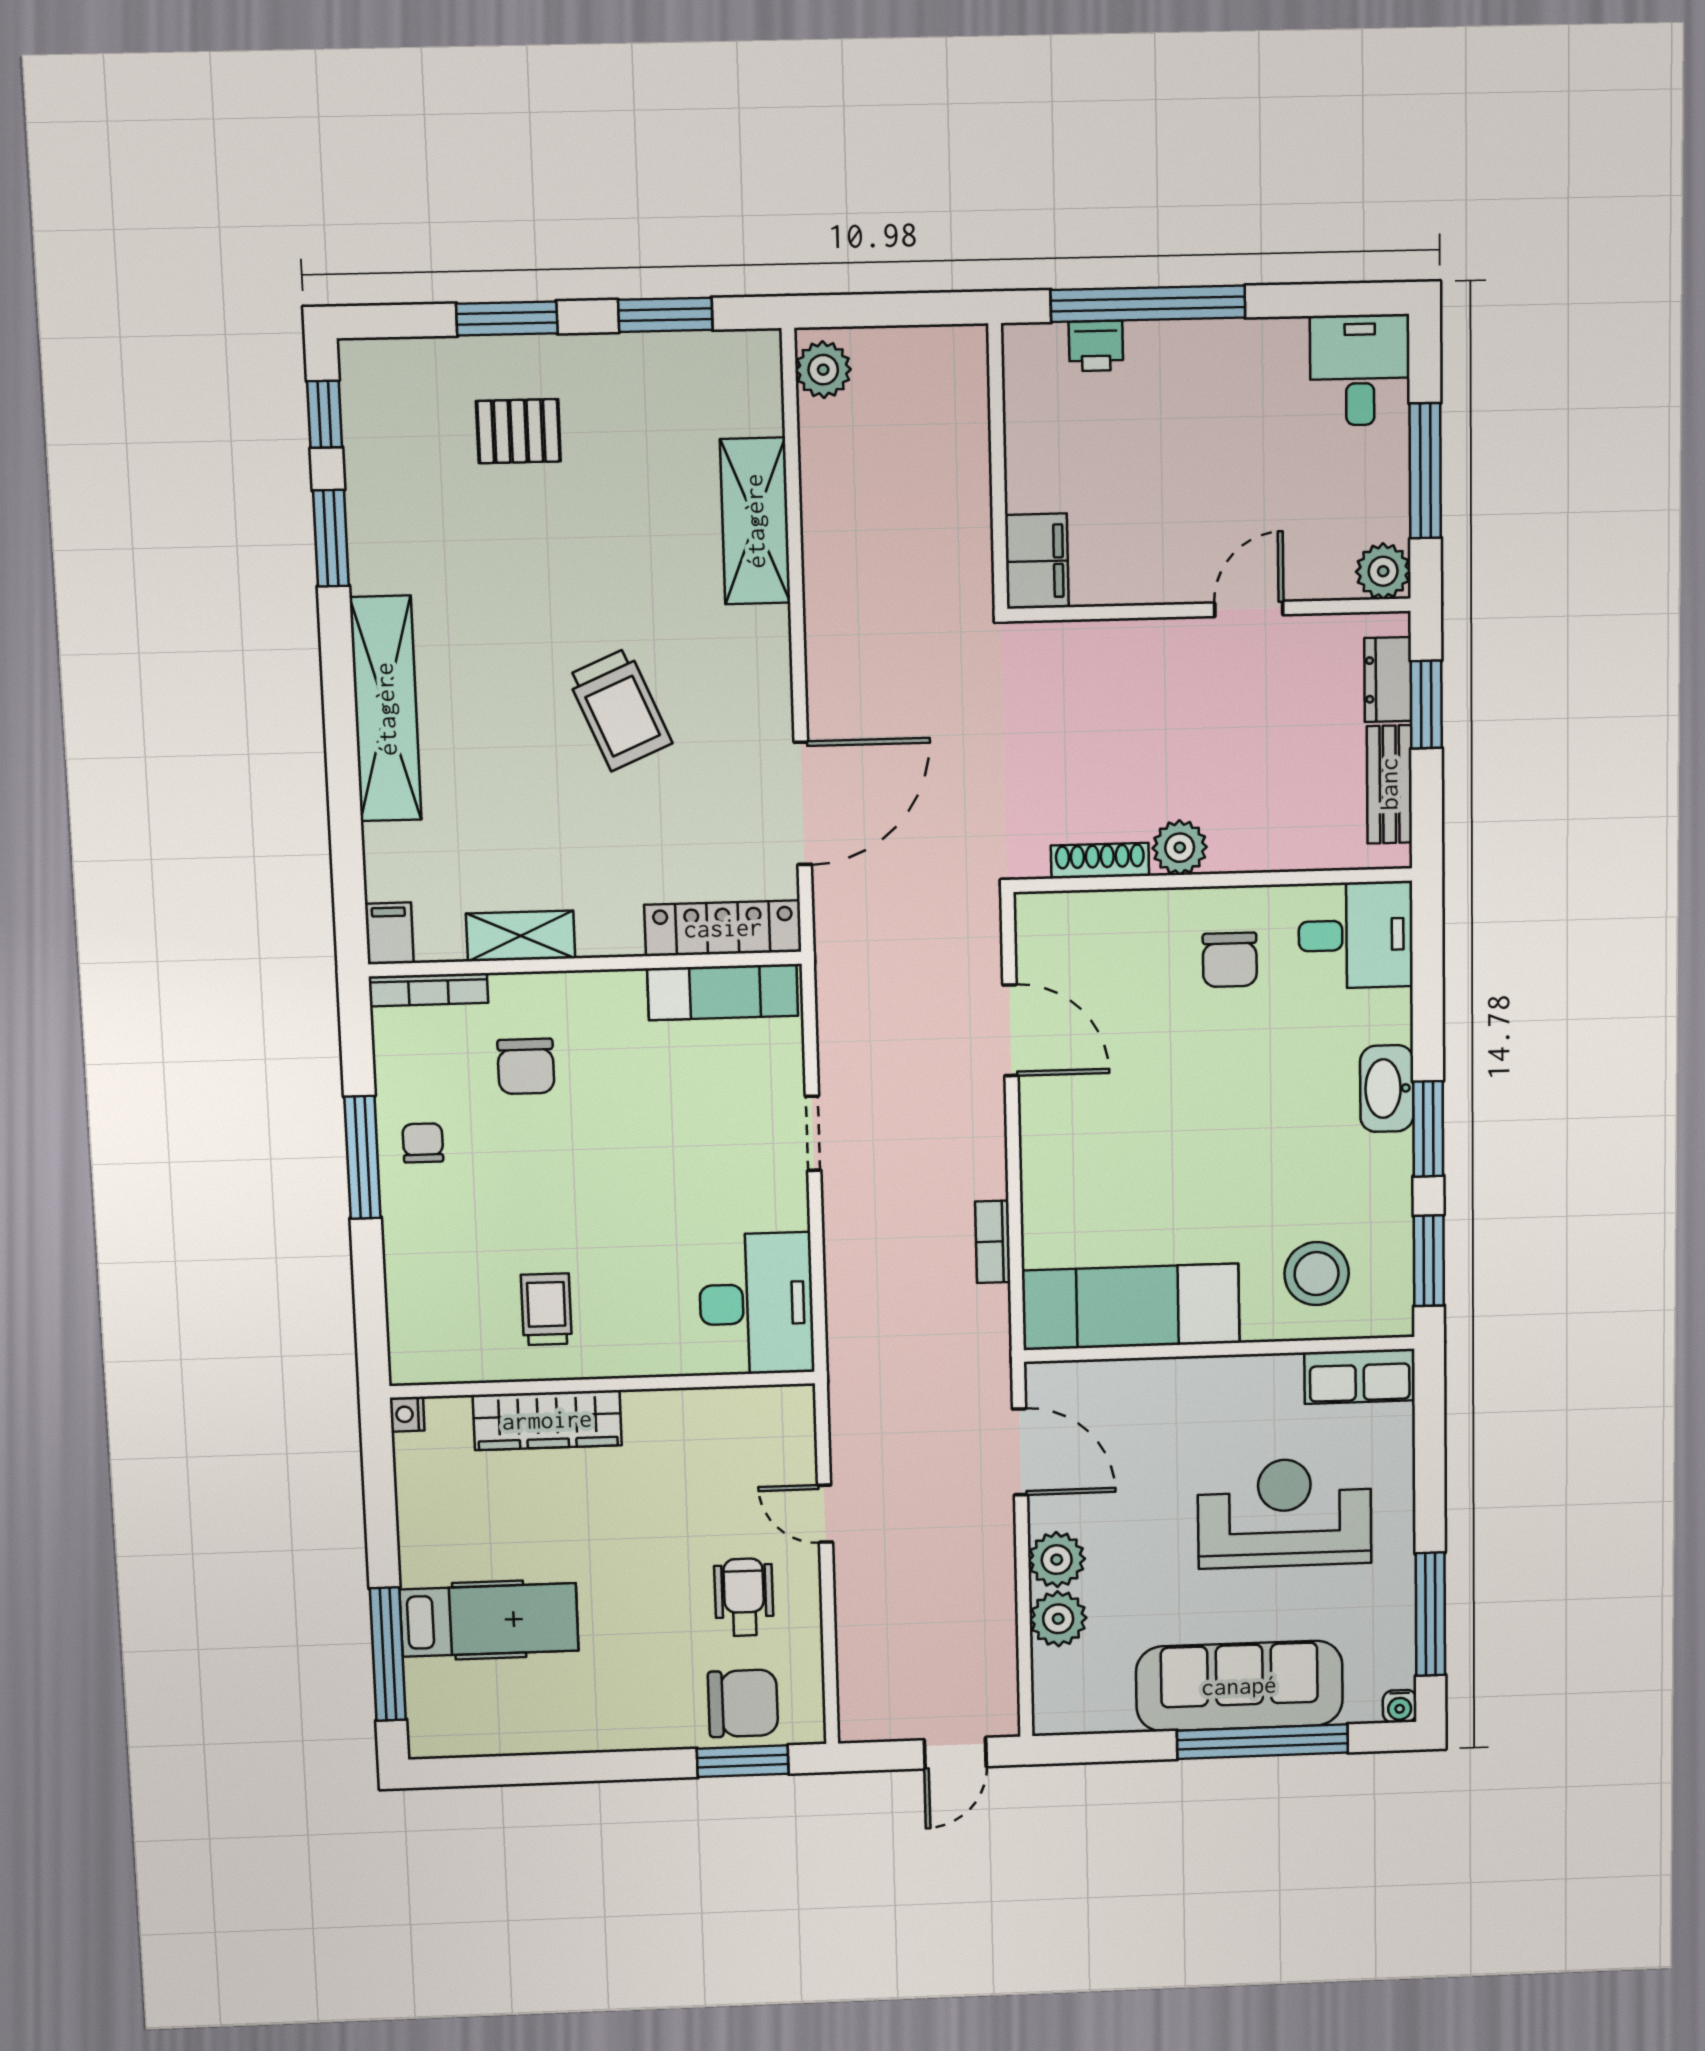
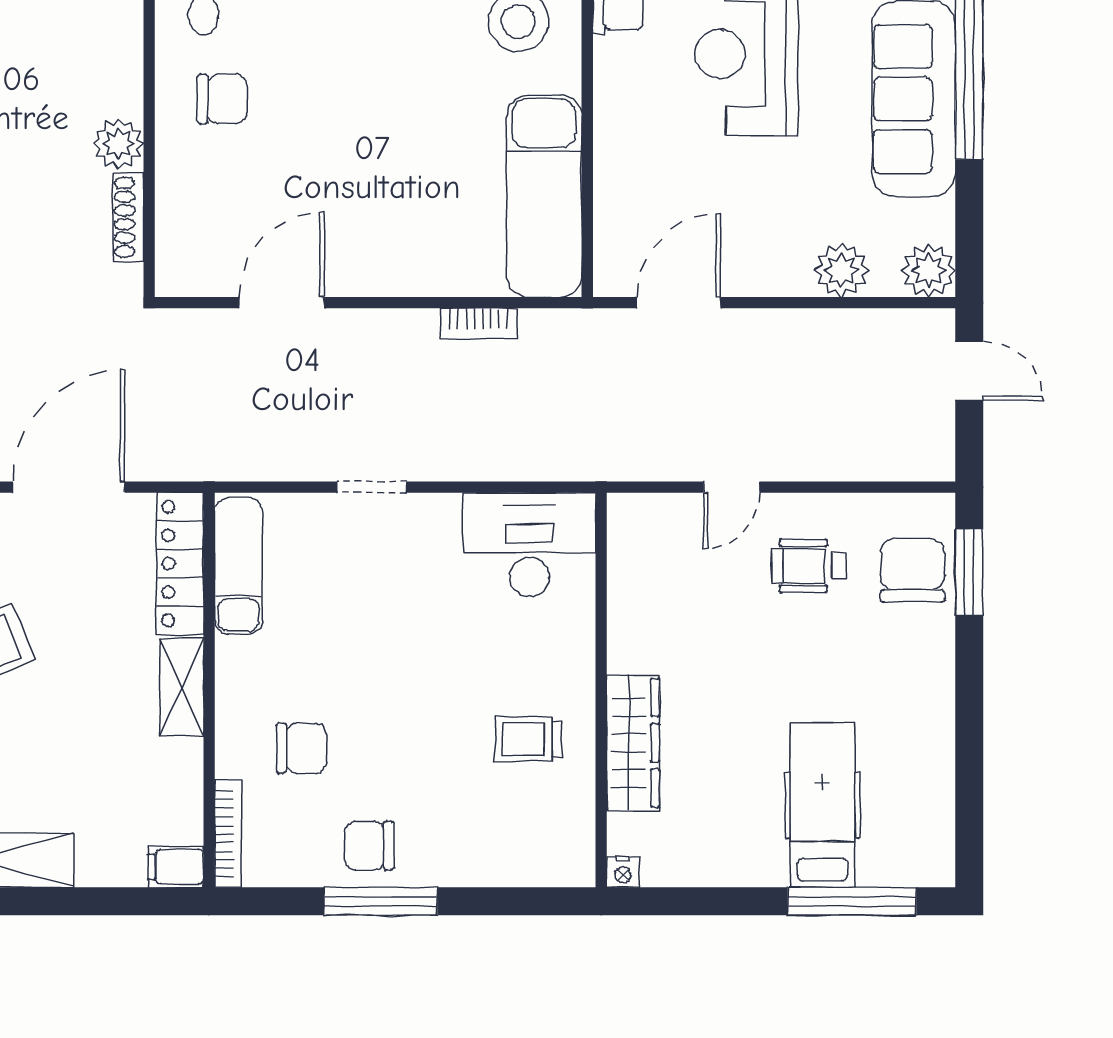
door: (803, 803) -> (69, 487), hinge flipped
shelving: (521, 936) -> (182, 687), moved
chair: (423, 1143) -> (369, 846), width x1.37, depth x1.37
plant: (1057, 1560) -> (929, 270), moved

